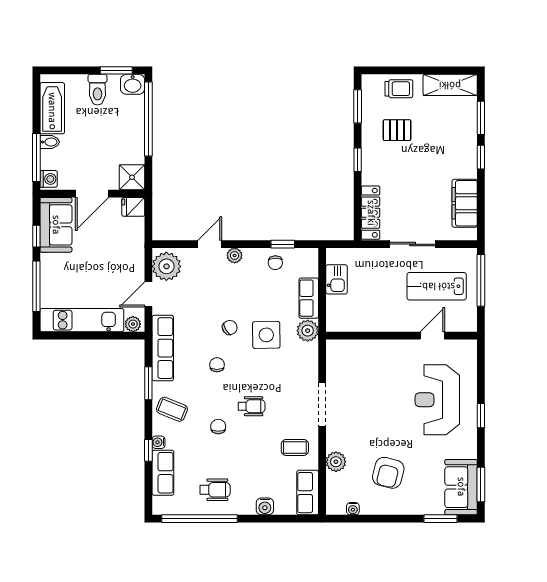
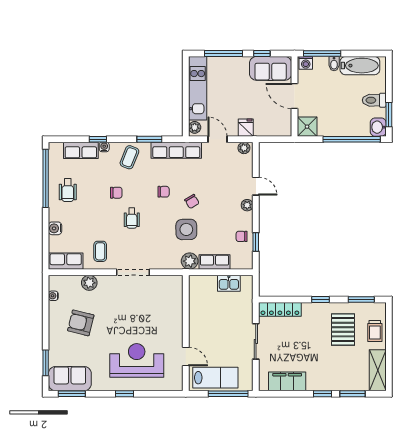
pallet: (397, 130) -> (343, 330), width x1.50, depth x1.42
fridge: (133, 207) -> (246, 128), moved
plant: (166, 266) -> (244, 148), width x0.53, depth x0.53
lab bench: (437, 286) -> (215, 378), moved, turned 90

